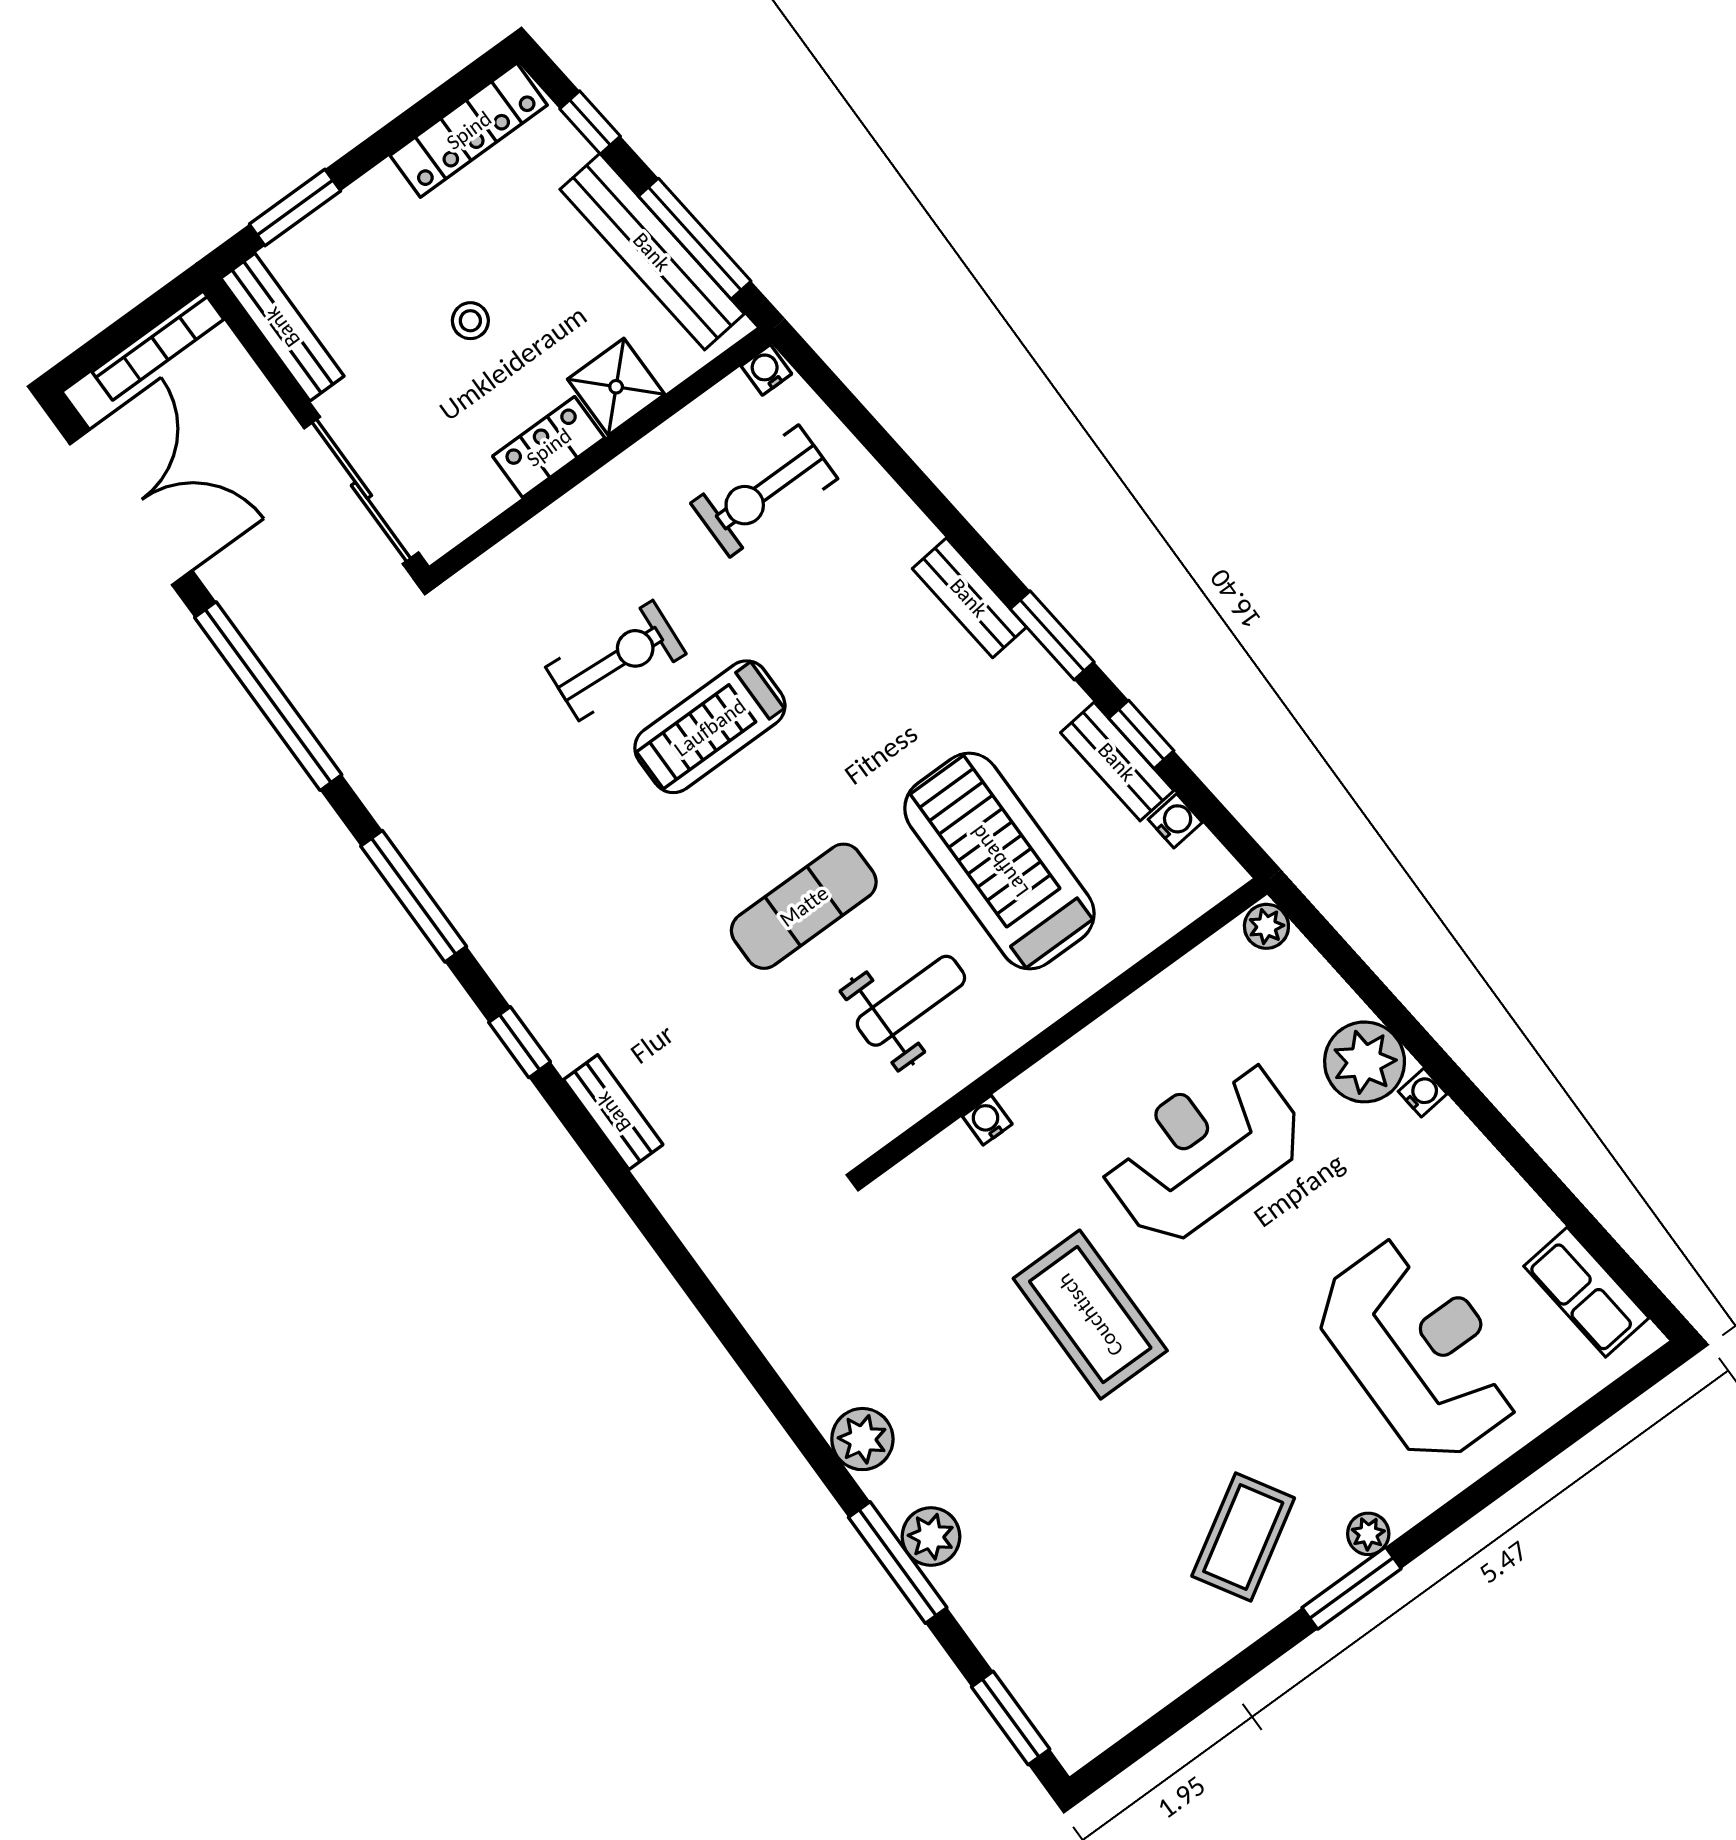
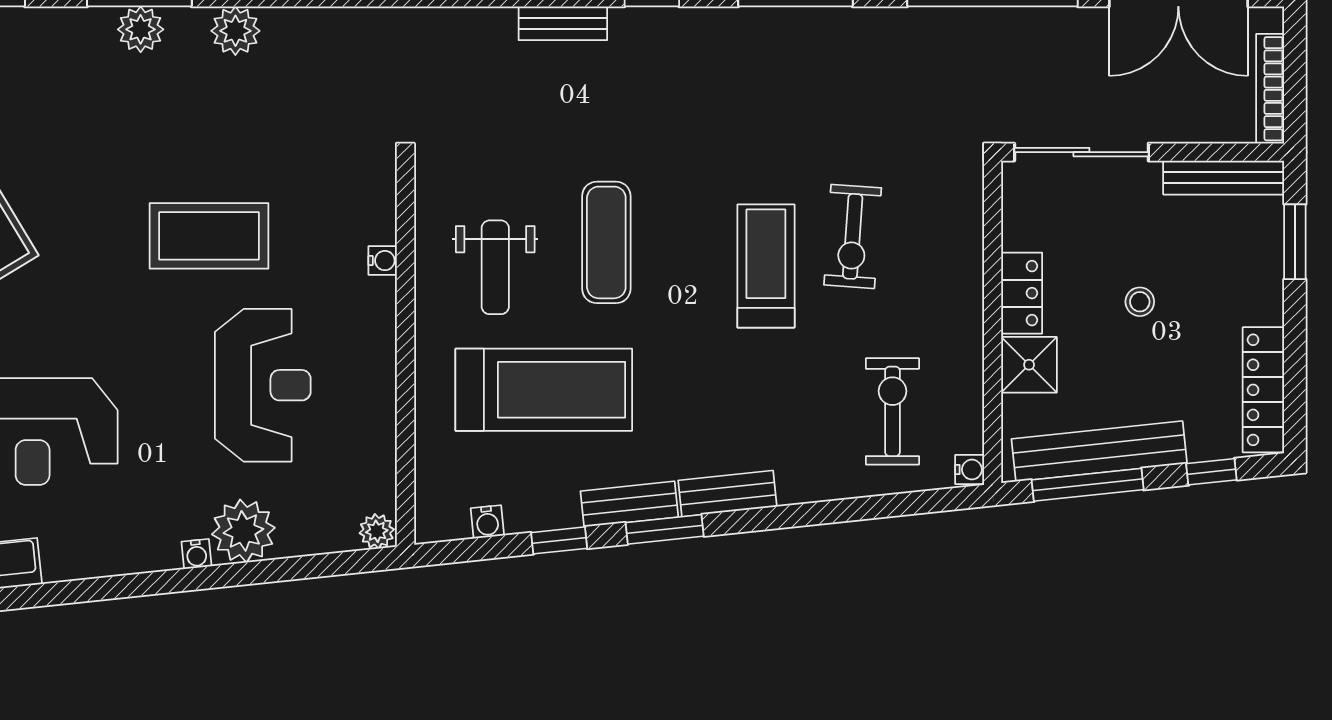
bench: (1117, 762) -> (629, 504), moved

